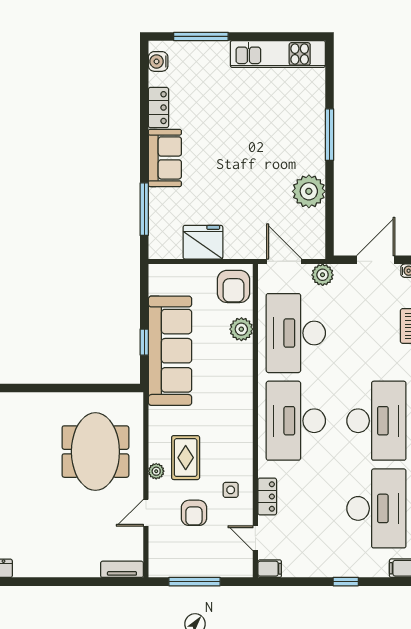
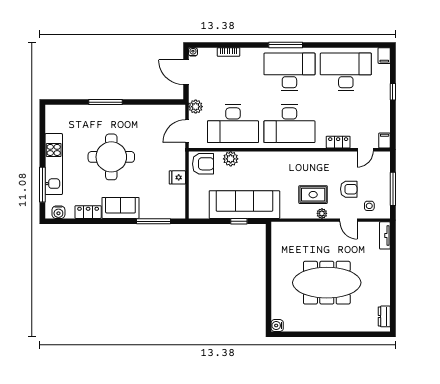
kitchen unit: (278, 54) -> (54, 164), moved
round table: (244, 144) -> (111, 157), added
plant: (309, 191) -> (142, 115), removed
fridge: (203, 242) -> (177, 177), width x0.53, depth x0.75
meeting table: (95, 452) -> (327, 283), moved, width x1.36
side table: (231, 490) -> (369, 206), moved

